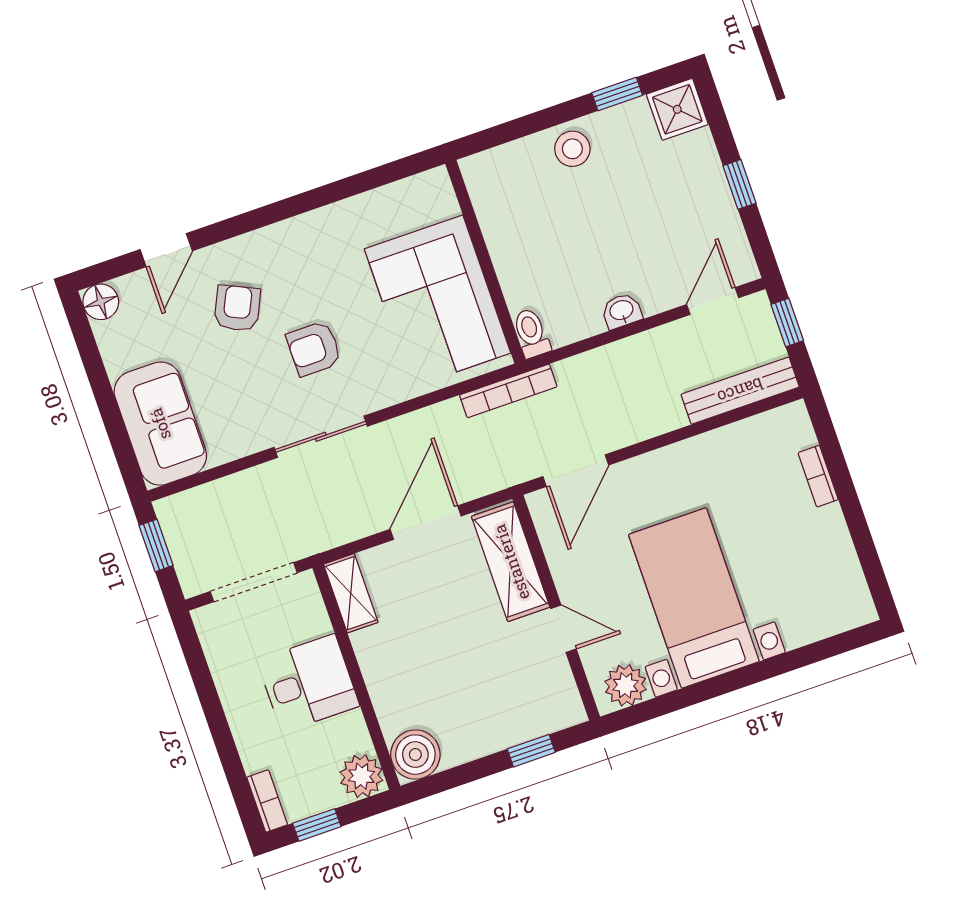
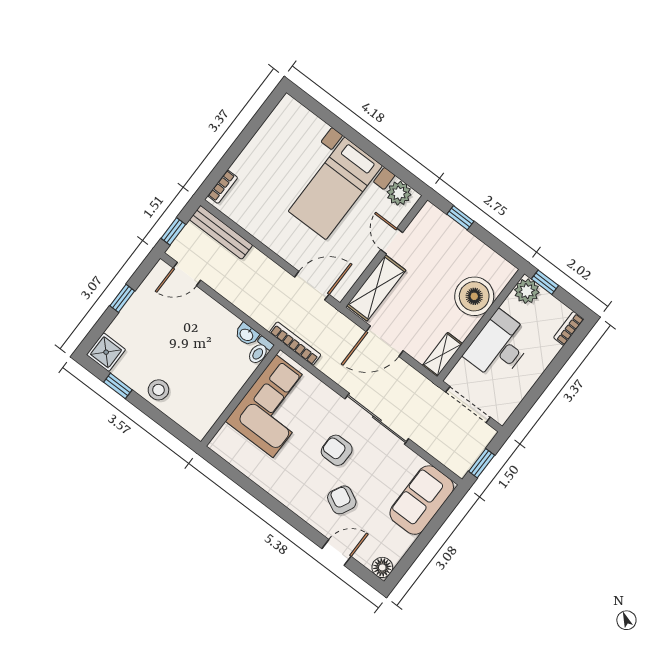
armchair: (237, 308) -> (342, 500), turned 92
washbasin: (622, 311) -> (247, 334), moved
armchair: (314, 348) -> (337, 450), turned 180
sliding door: (321, 437) -> (377, 419), width x1.37
bookcase: (818, 476) -> (223, 187), moved
desk: (308, 683) -> (499, 346), width x1.37
boiler: (415, 755) -> (474, 296), moved, width x1.37, depth x1.37
window: (317, 825) -> (545, 282), moved

